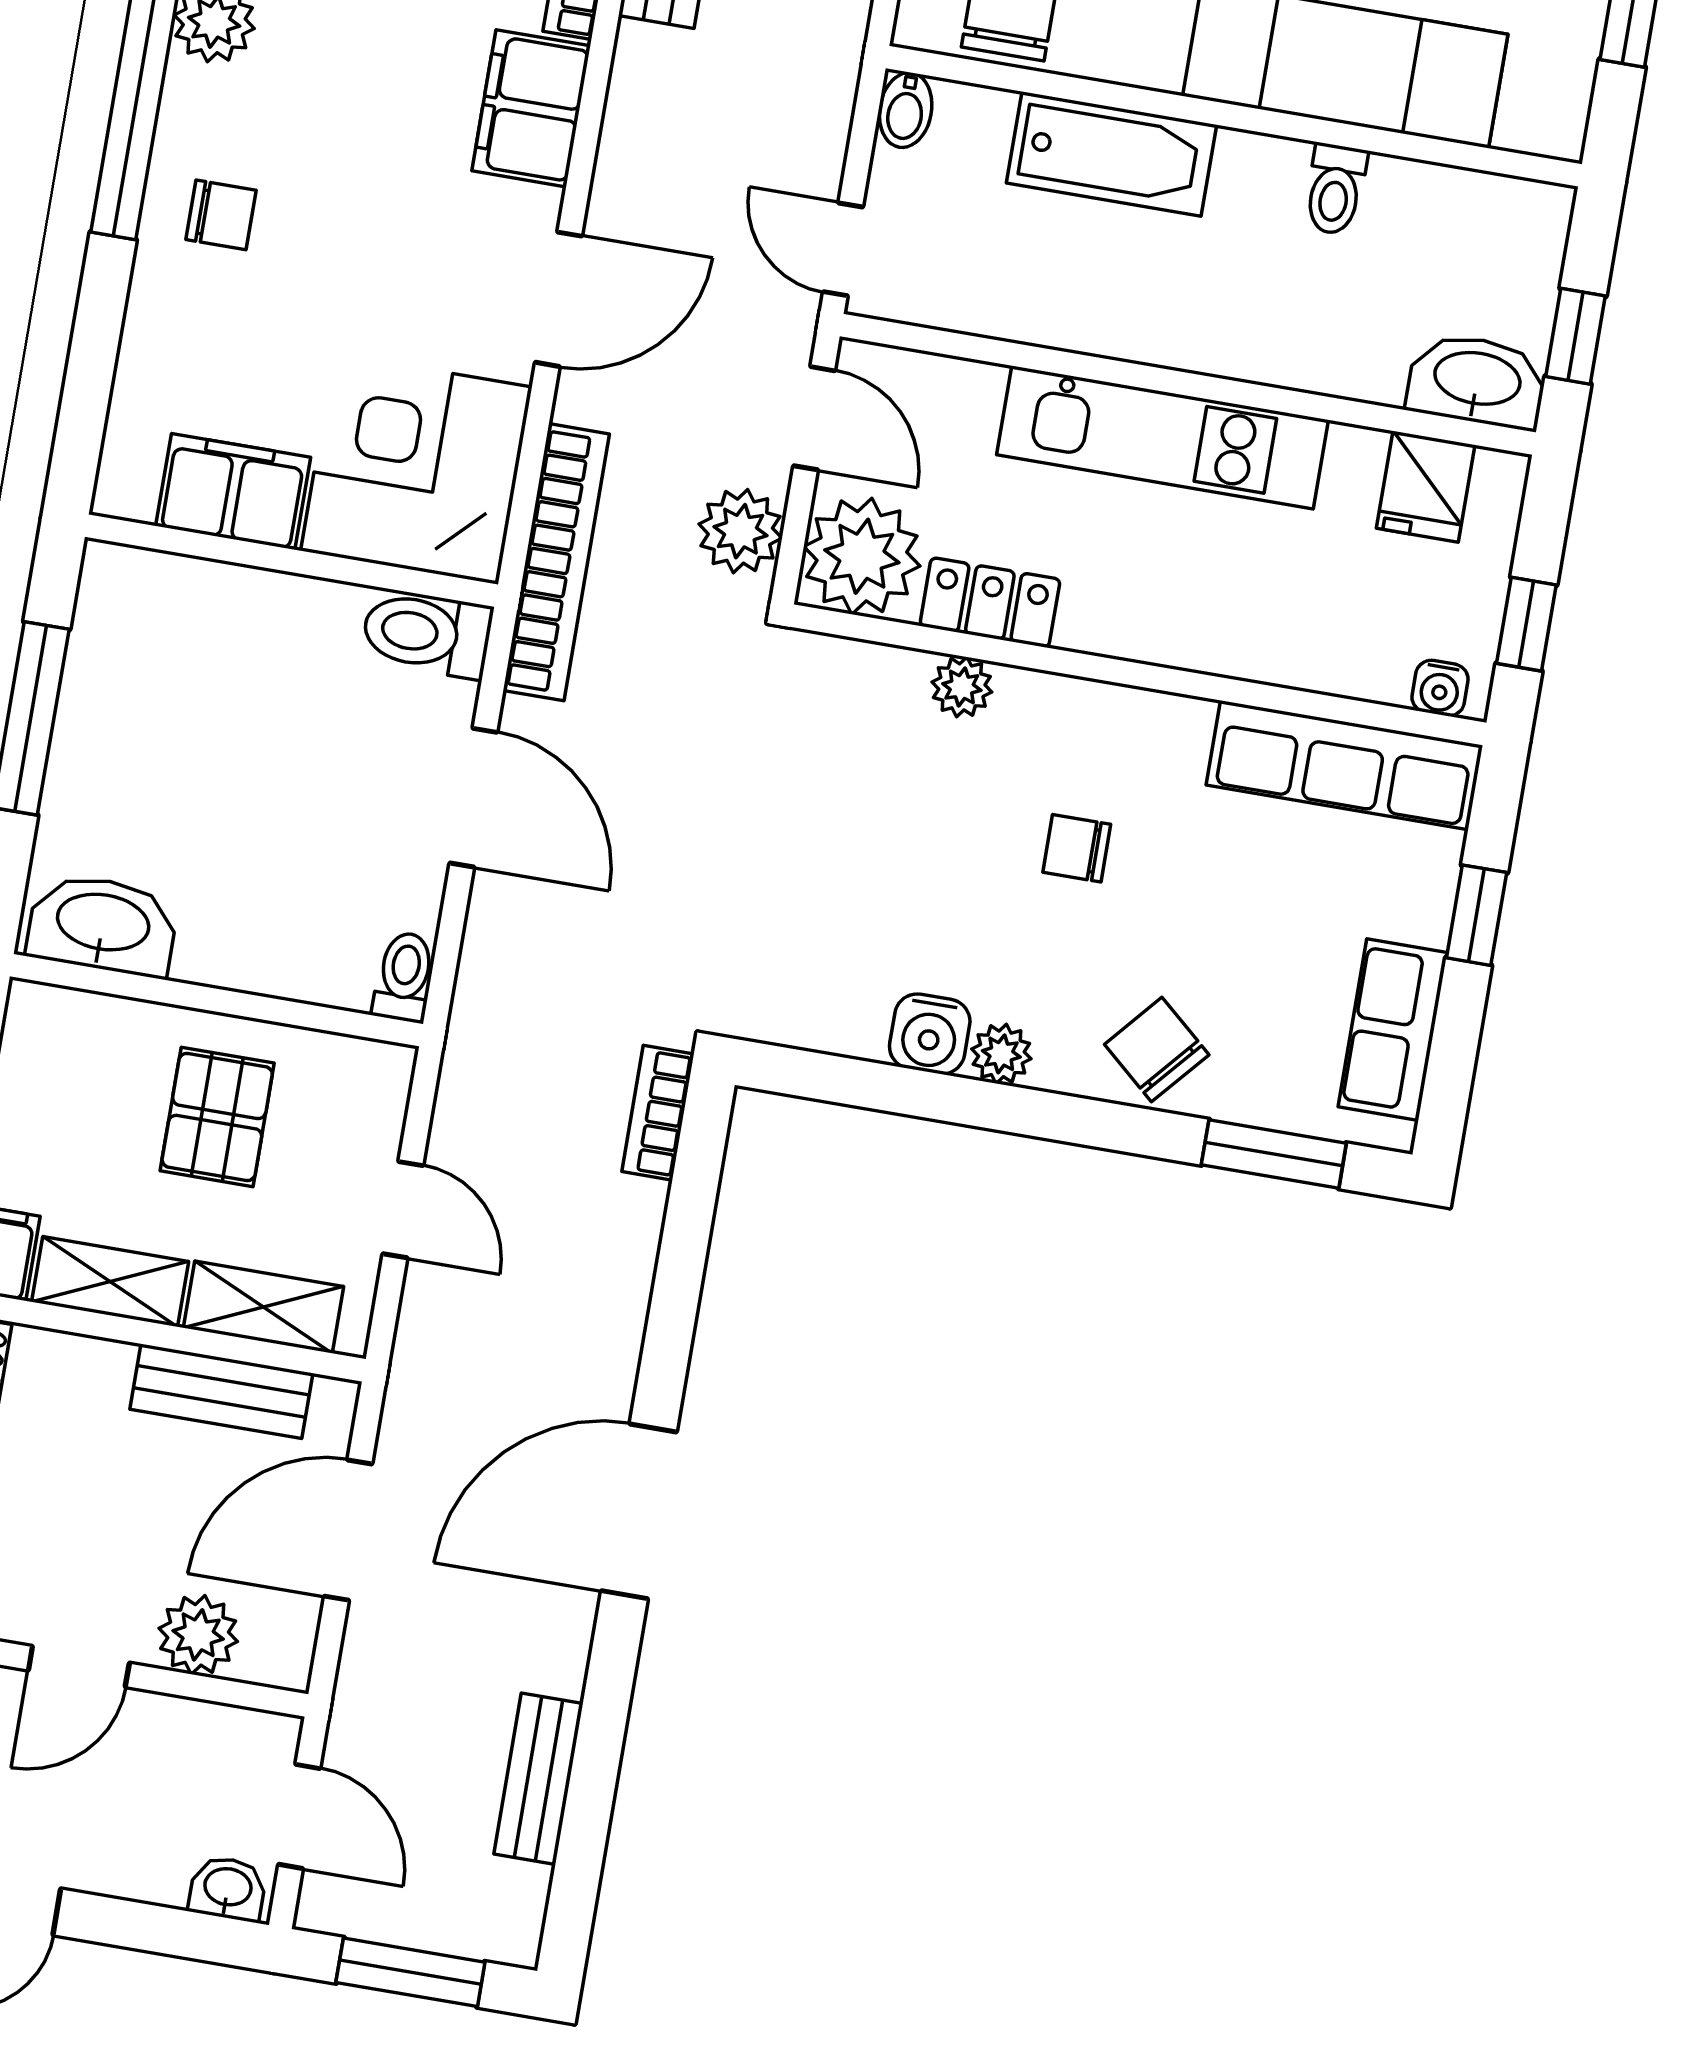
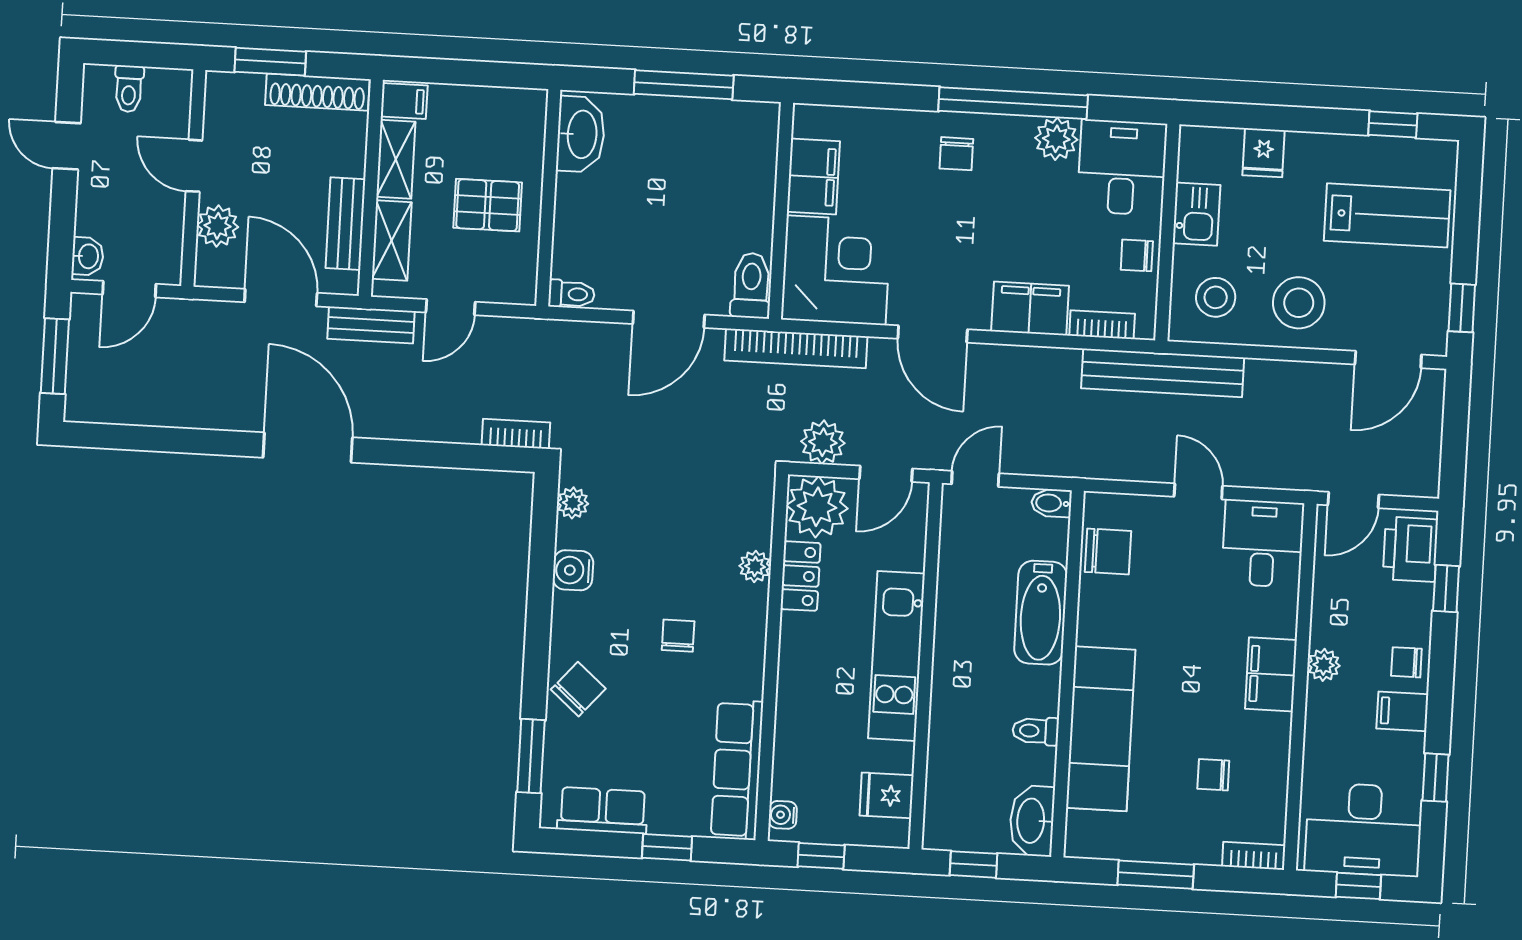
washbasin: (1477, 381) -> (1032, 821), moved, turned 180
plant: (1001, 1054) -> (573, 503), moved
bench: (538, 1779) -> (371, 325), moved

